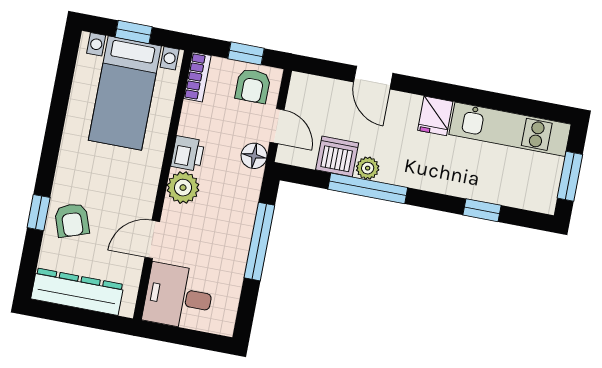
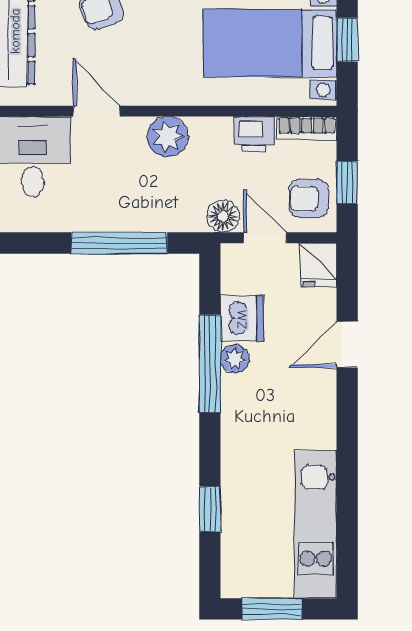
fridge: (435, 116) -> (318, 265), moved, turned -90
door: (277, 126) -> (265, 238), swing flipped
printer: (188, 154) -> (254, 134), moved

